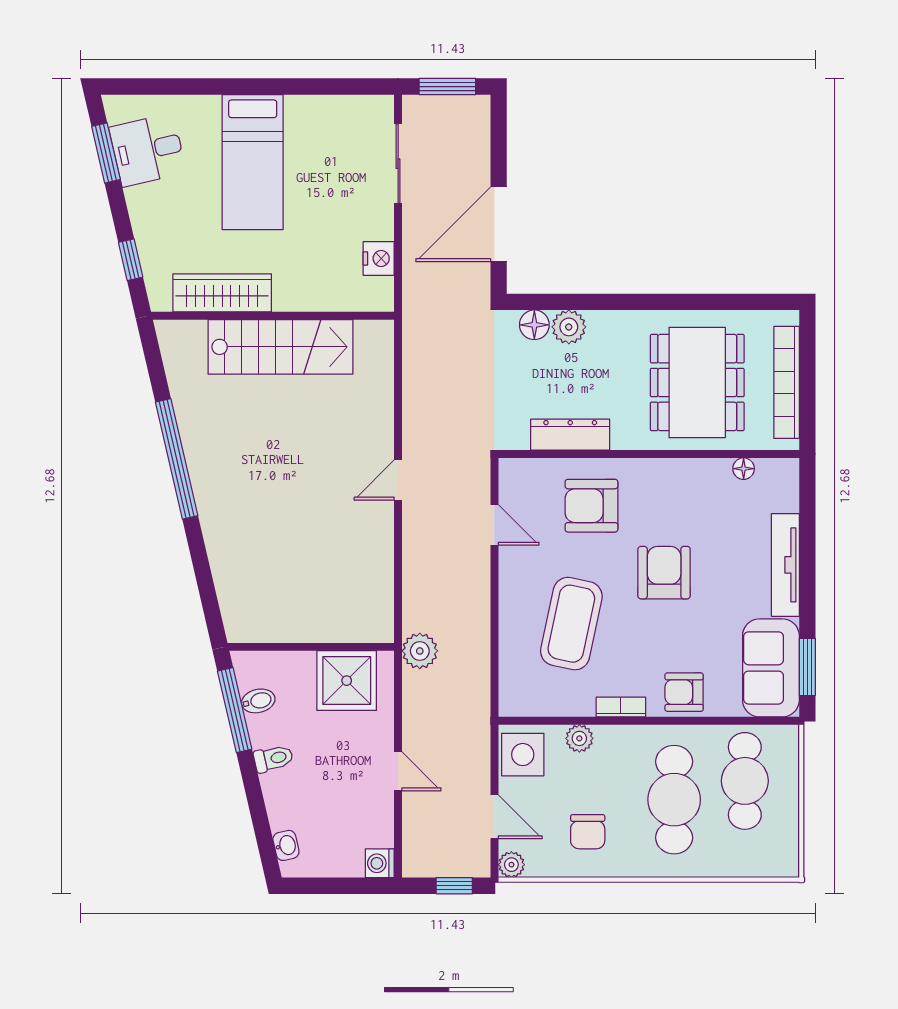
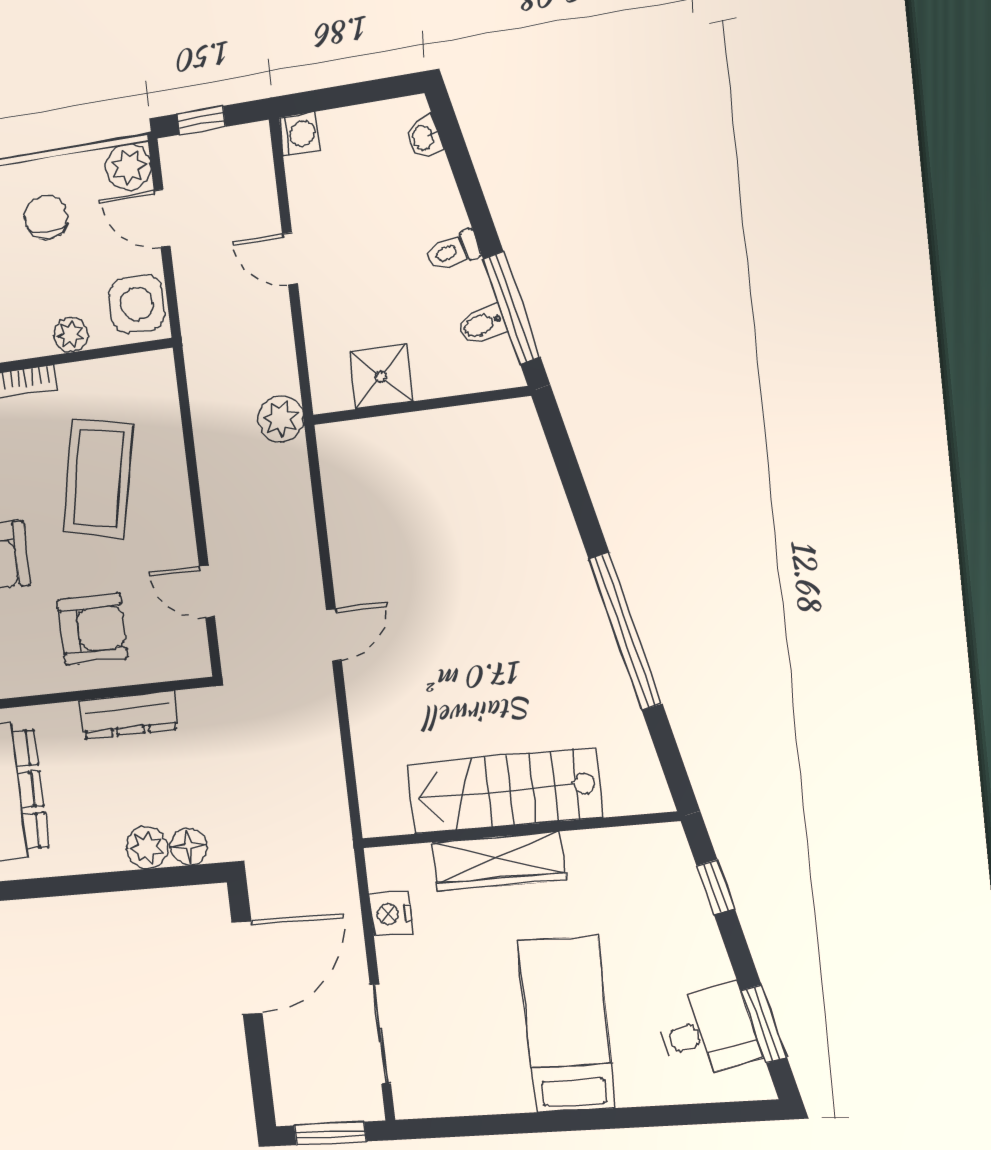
wardrobe: (222, 293) -> (498, 861), moved
shower: (347, 681) -> (381, 377), width x0.73, depth x0.73
plant: (511, 865) -> (128, 167), width x1.38, depth x1.38

